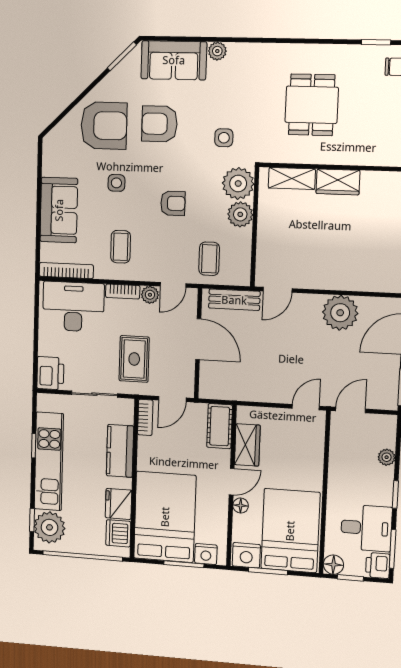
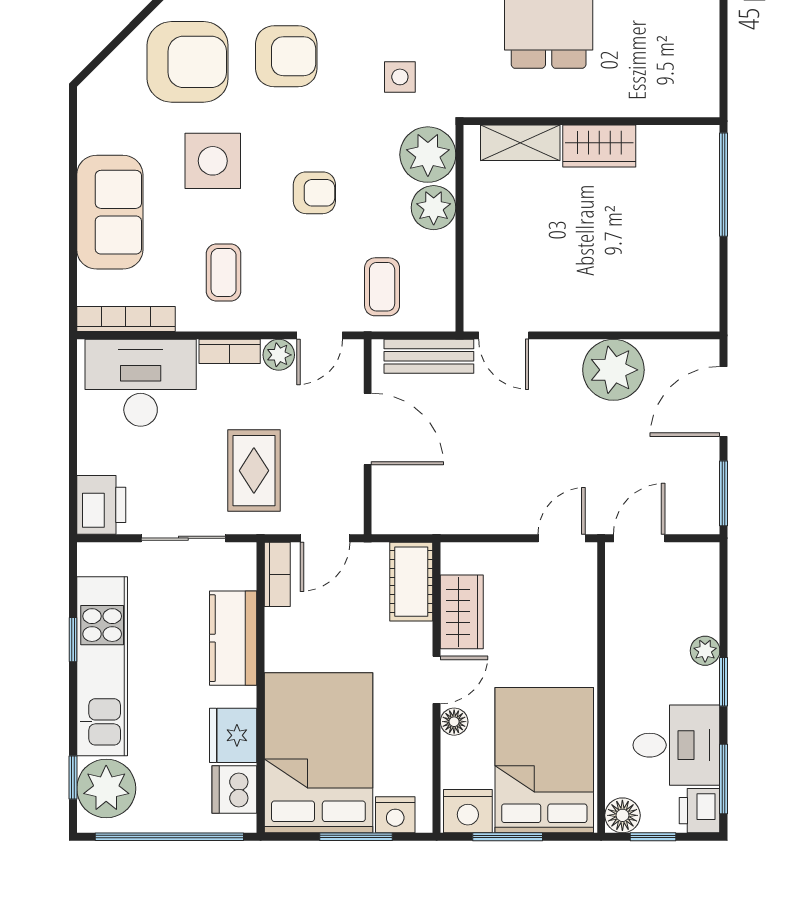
armchair: (159, 124) -> (286, 56), turned 180
side table: (116, 183) -> (213, 161), width x1.87, depth x1.87
door: (278, 290) -> (504, 335), hinge flipped
plant: (387, 457) -> (705, 651), moved

